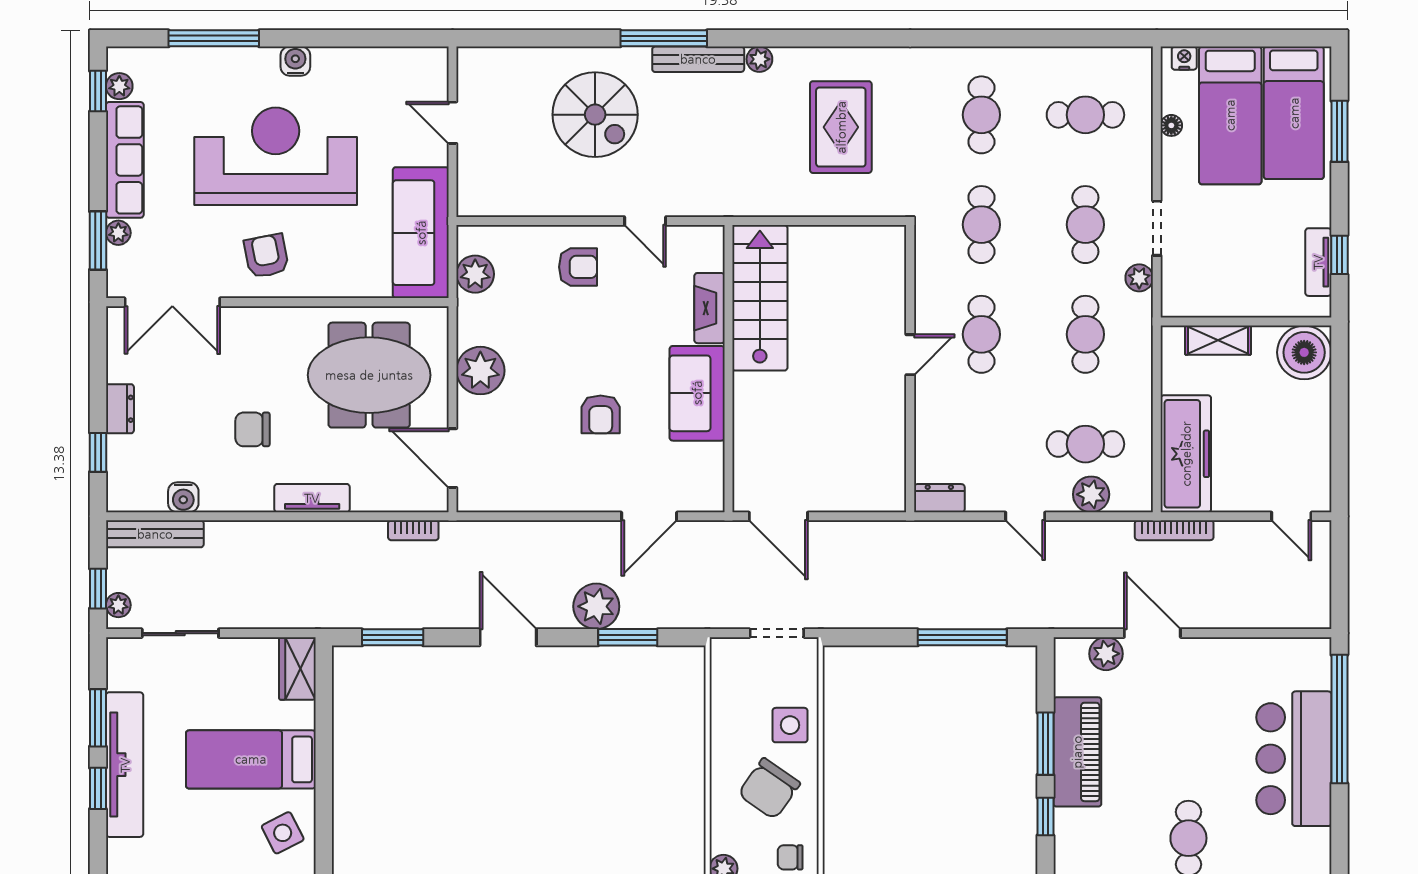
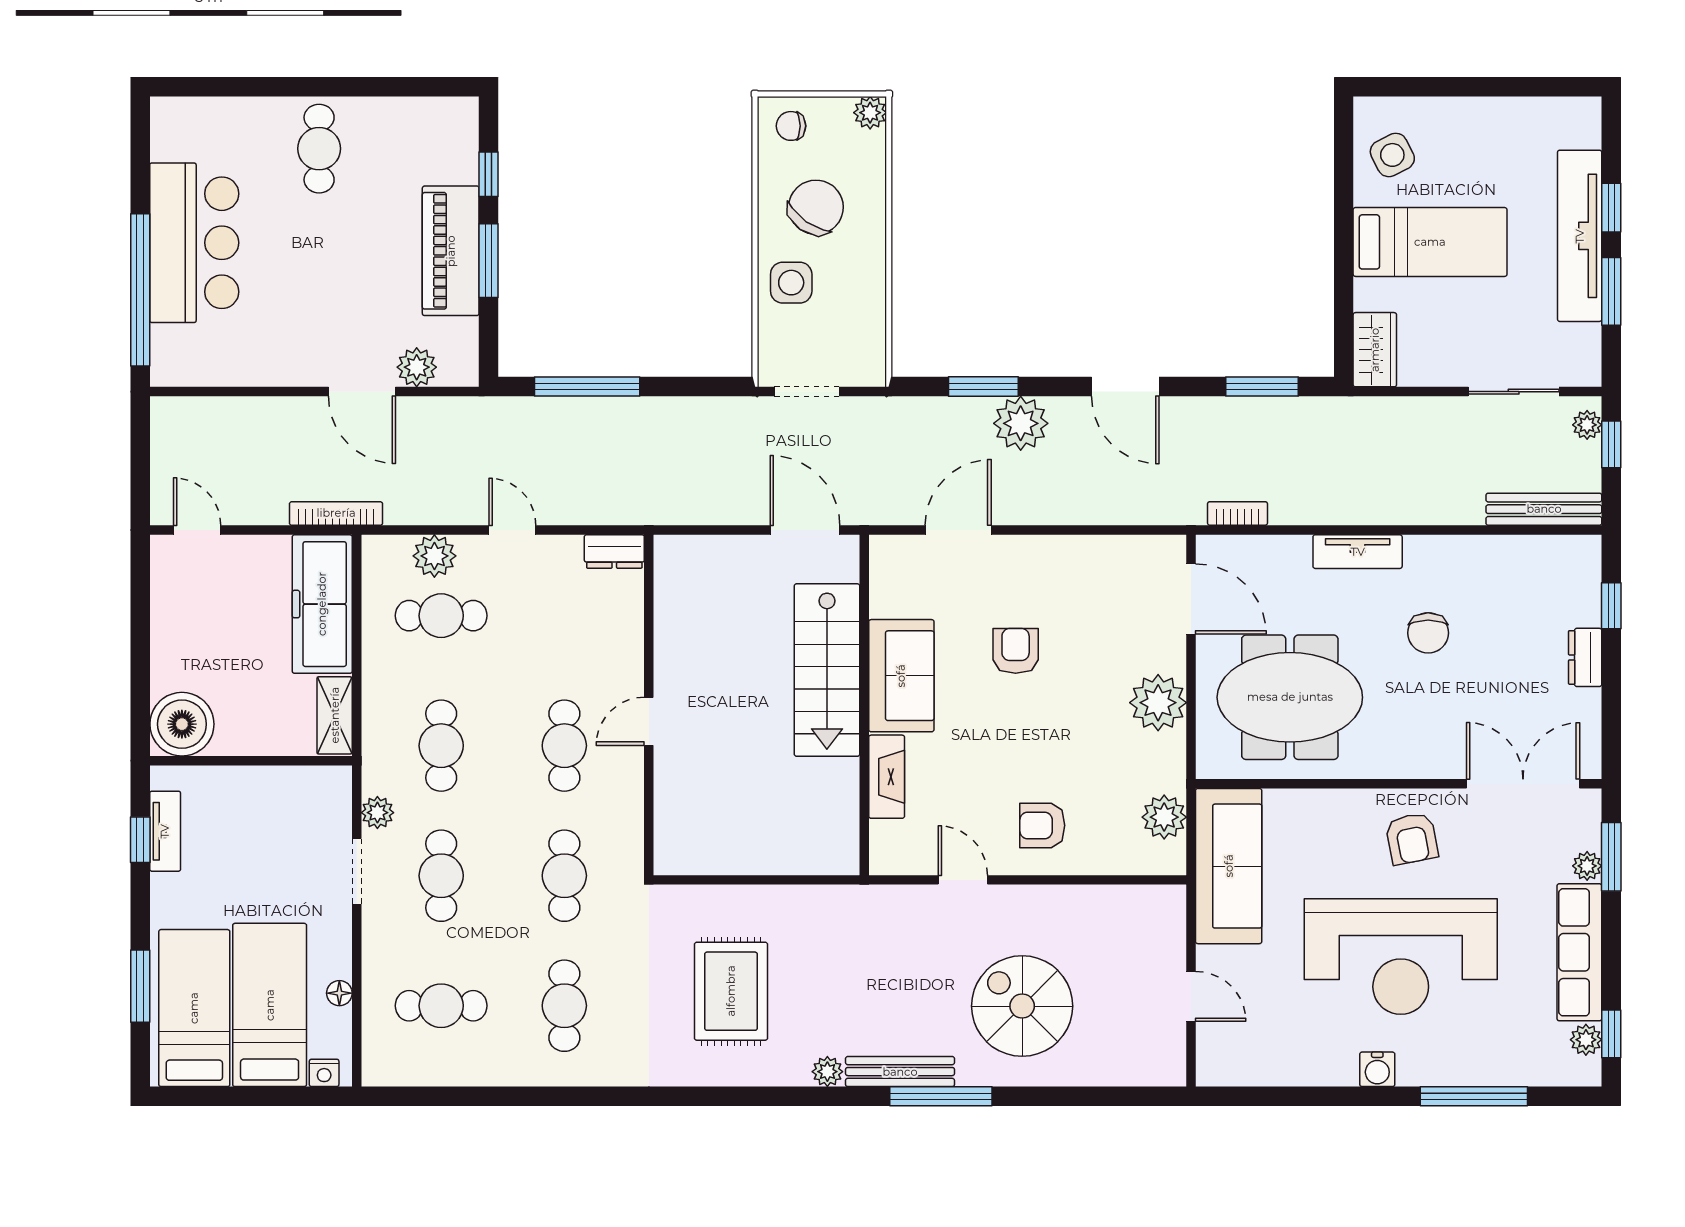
stairs: (760, 298) -> (827, 670), moved
shelving: (1218, 340) -> (335, 715), moved, turned 90
chair: (252, 429) -> (1428, 633), turned 90
water cooler: (183, 497) -> (1510, 552), removed
chair: (790, 857) -> (791, 126), turned 180

